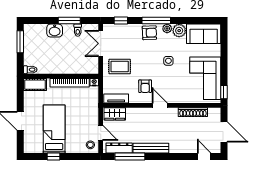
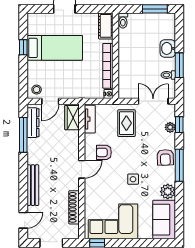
plant: (167, 29) -> (170, 127), moved
bench: (151, 148) -> (33, 185), moved

